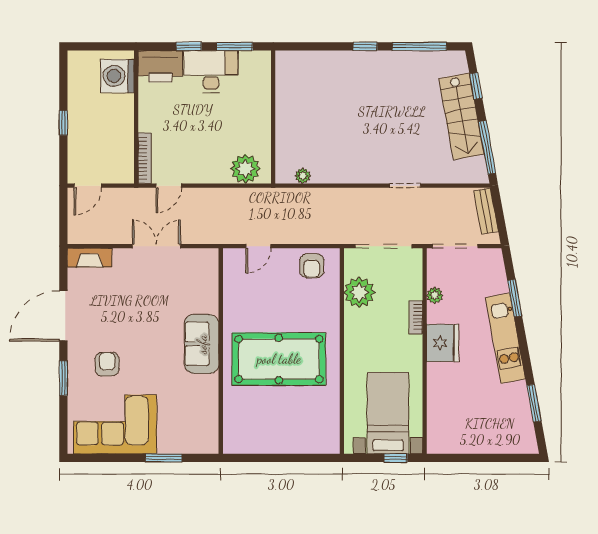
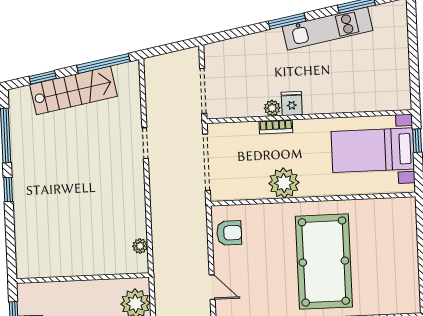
bench: (486, 211) -> (167, 62), removed
plant: (359, 292) -> (284, 183), moved
plant: (435, 295) -> (272, 108), moved
window: (515, 298) -> (287, 21), moved
kitchen unit: (505, 338) -> (328, 29), moved
fridge: (443, 343) -> (292, 103), width x0.53, depth x0.75

